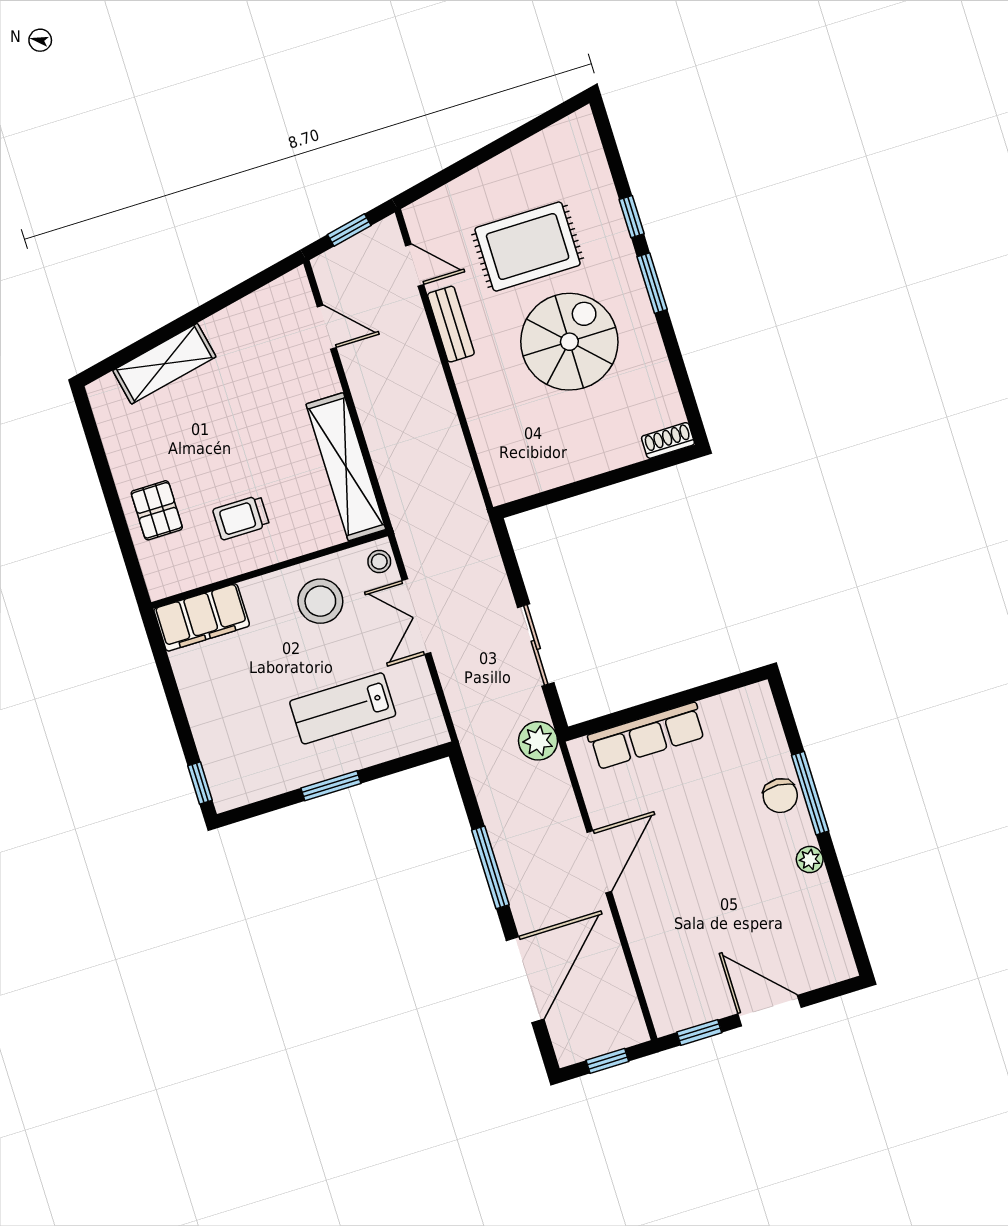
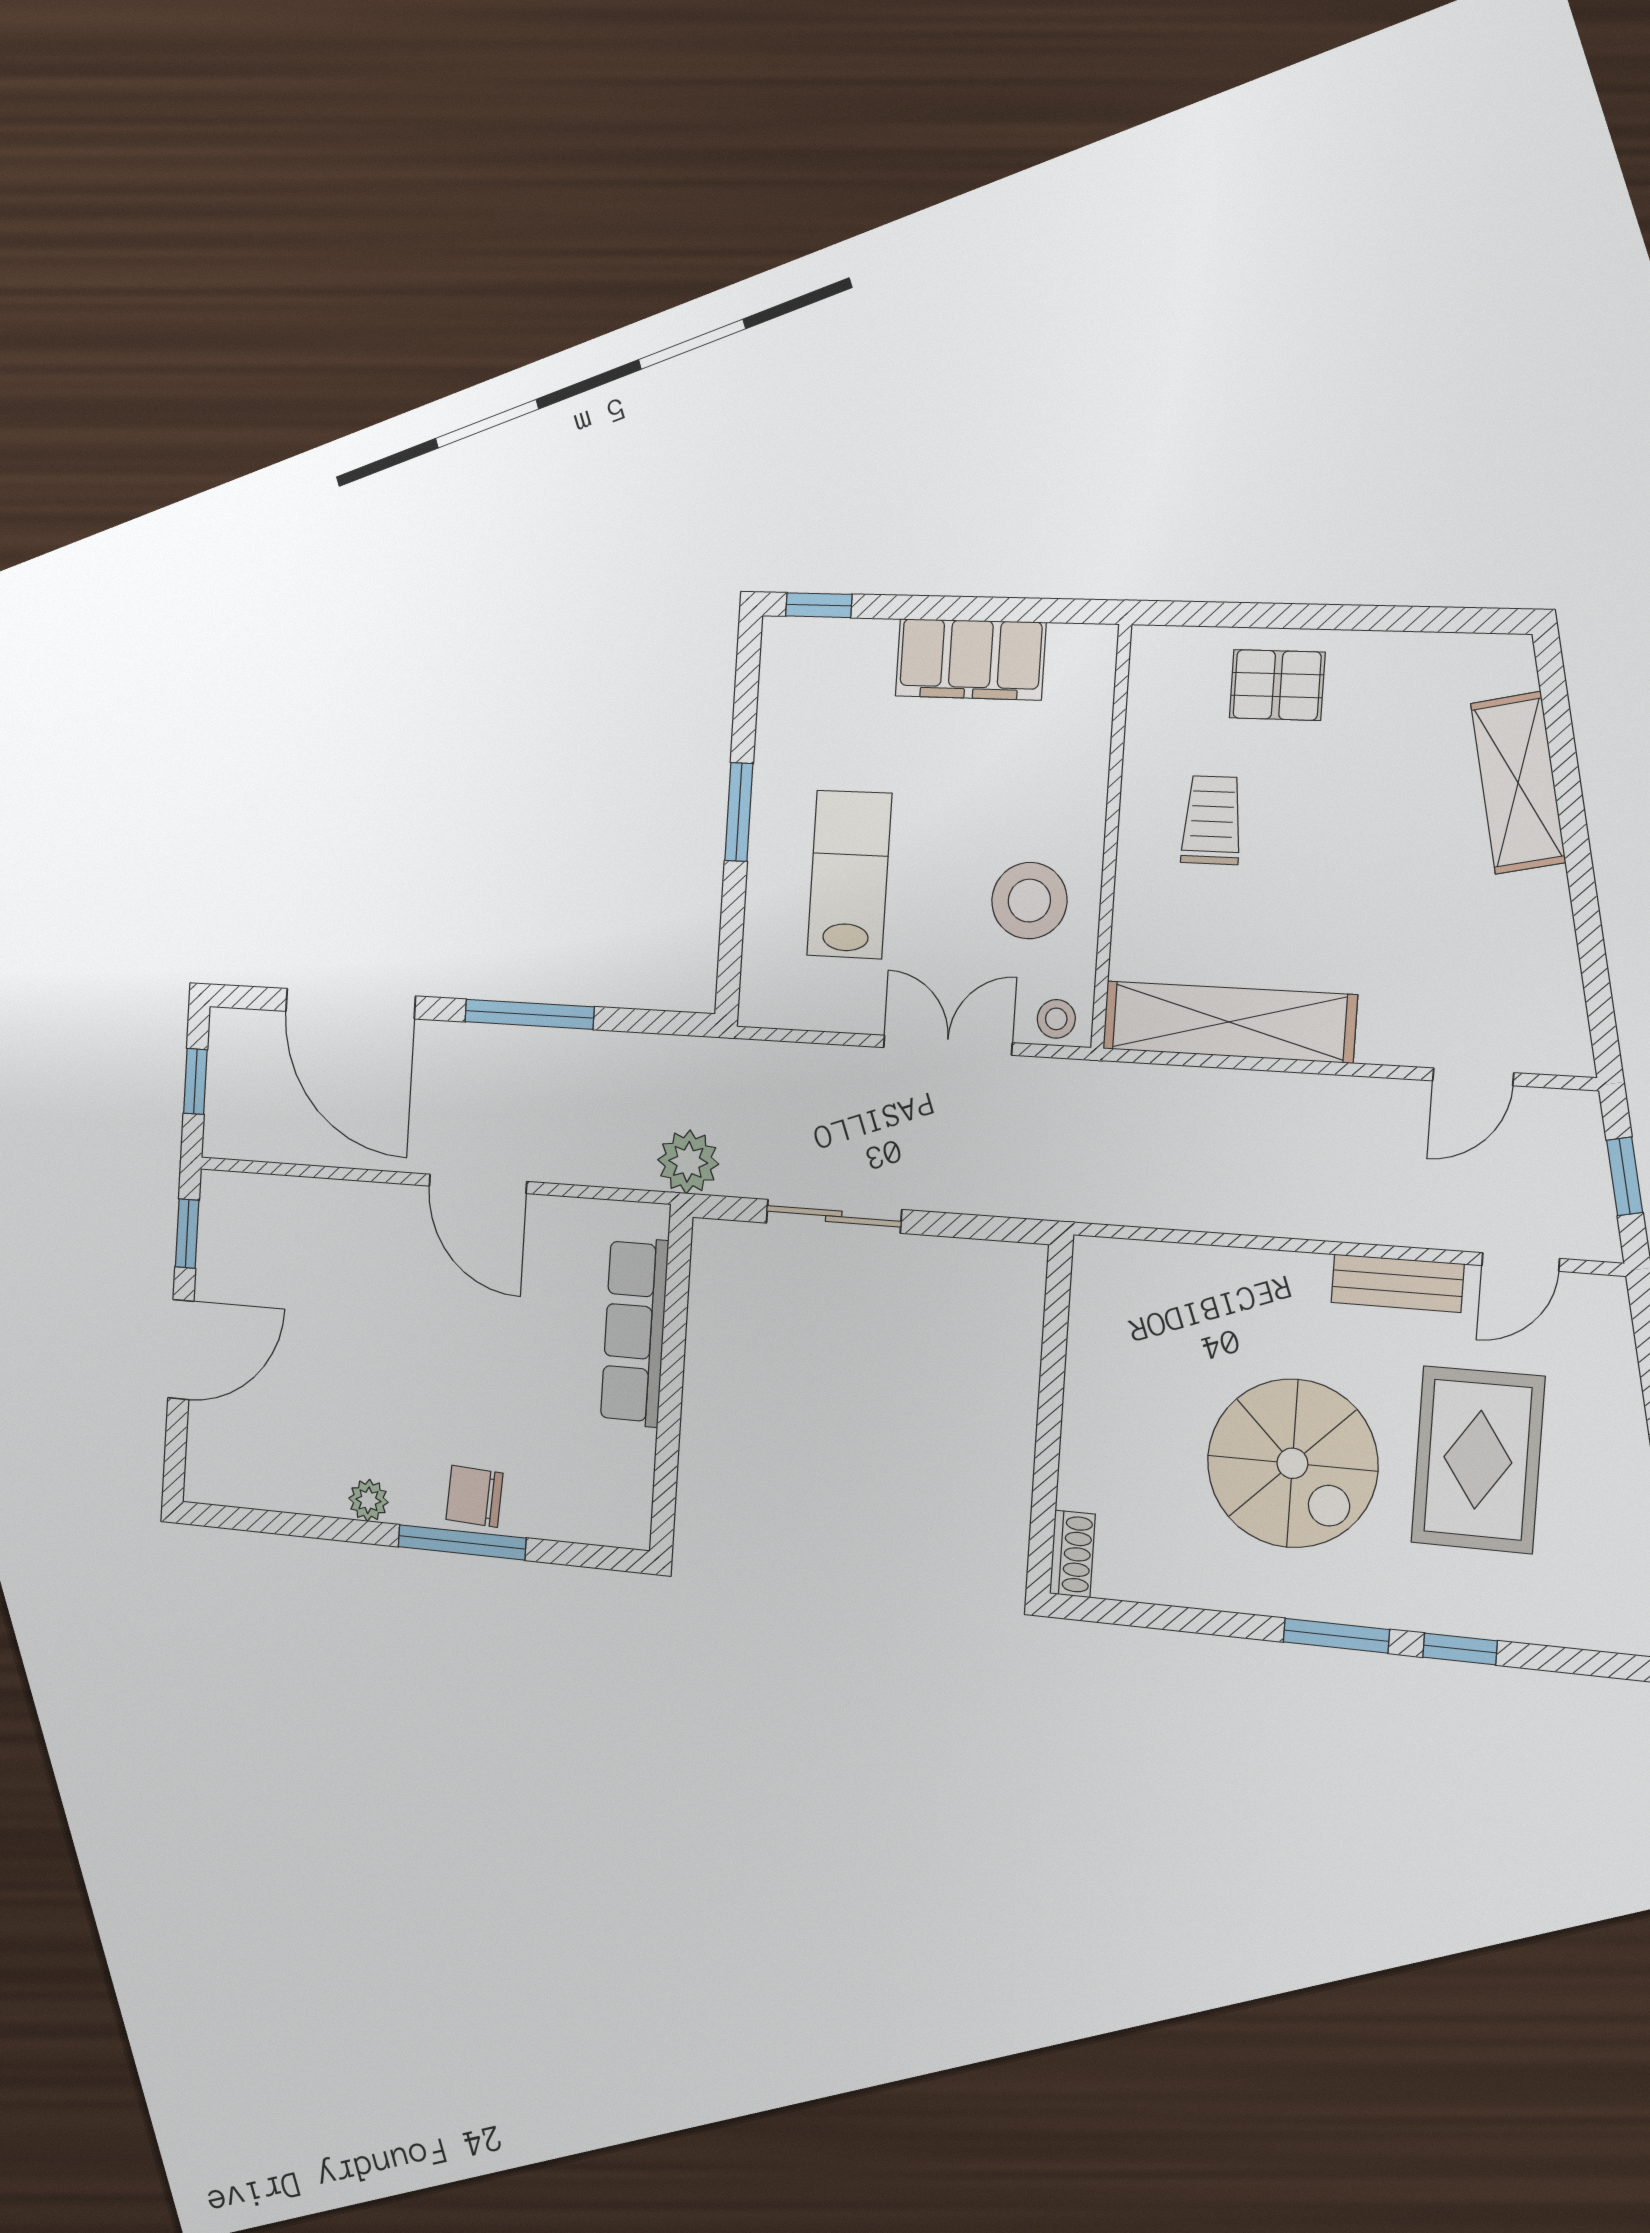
filing cabinet: (202, 617) -> (970, 659), moved, turned -90

